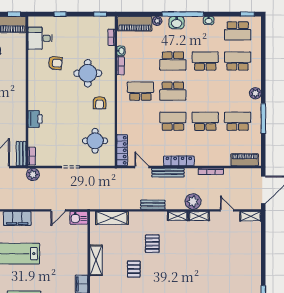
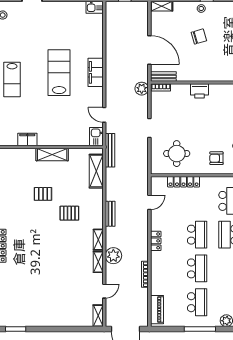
locker: (122, 150) -> (184, 182), moved
locker: (179, 161) -> (156, 241), width x0.66
bench: (168, 173) -> (110, 150), moved

